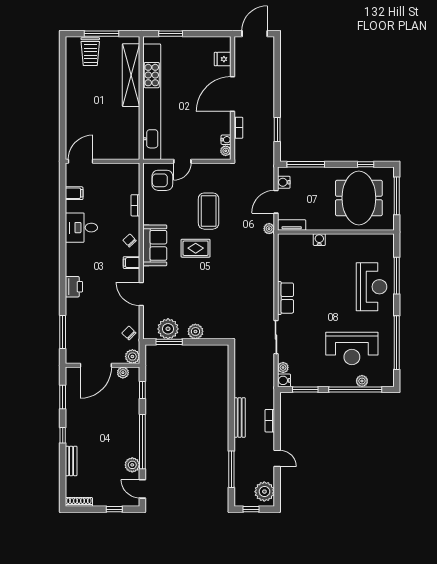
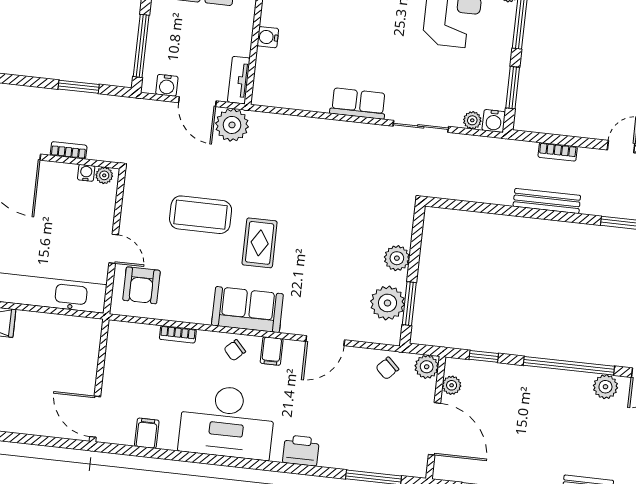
desk: (81, 228) -> (227, 422), width x1.87, depth x1.30
plant: (269, 229) -> (232, 125), width x1.88, depth x1.88

